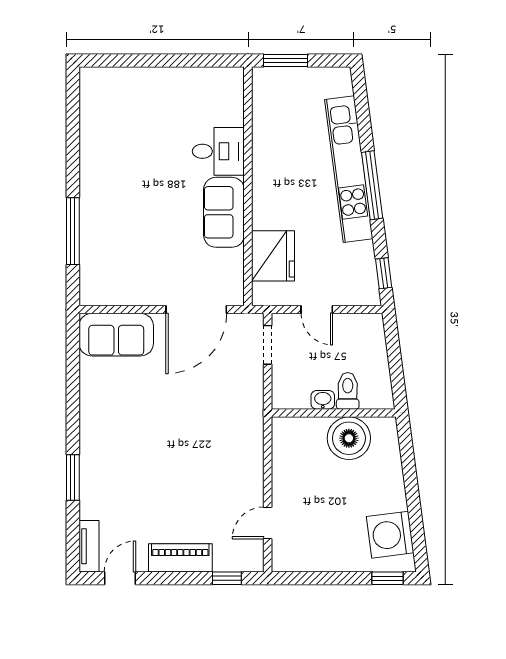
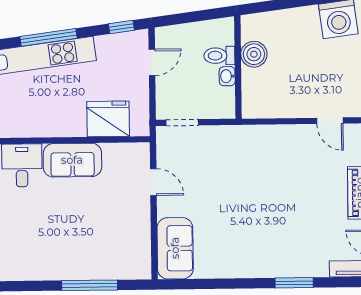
door: (196, 309) -> (153, 182), width x0.53
door: (317, 309) -> (152, 62), moved
boiler: (349, 438) -> (254, 54), width x0.73, depth x0.73

